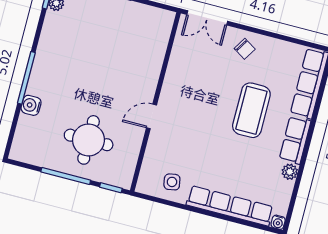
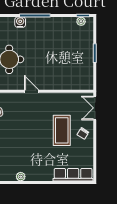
coffee table: (251, 110) -> (62, 130), moved, turned 90
row of seats: (295, 140) -> (39, 175), removed

